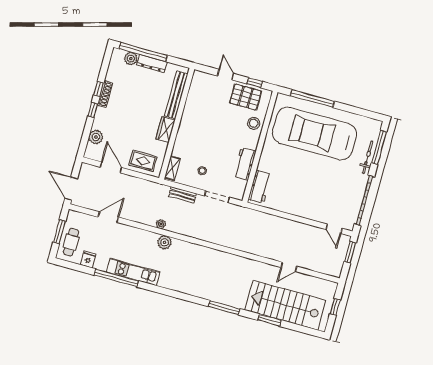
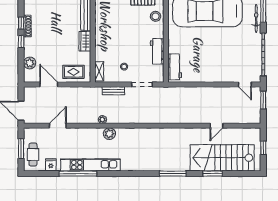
kitchen unit: (133, 272) -> (91, 165), width x1.36

